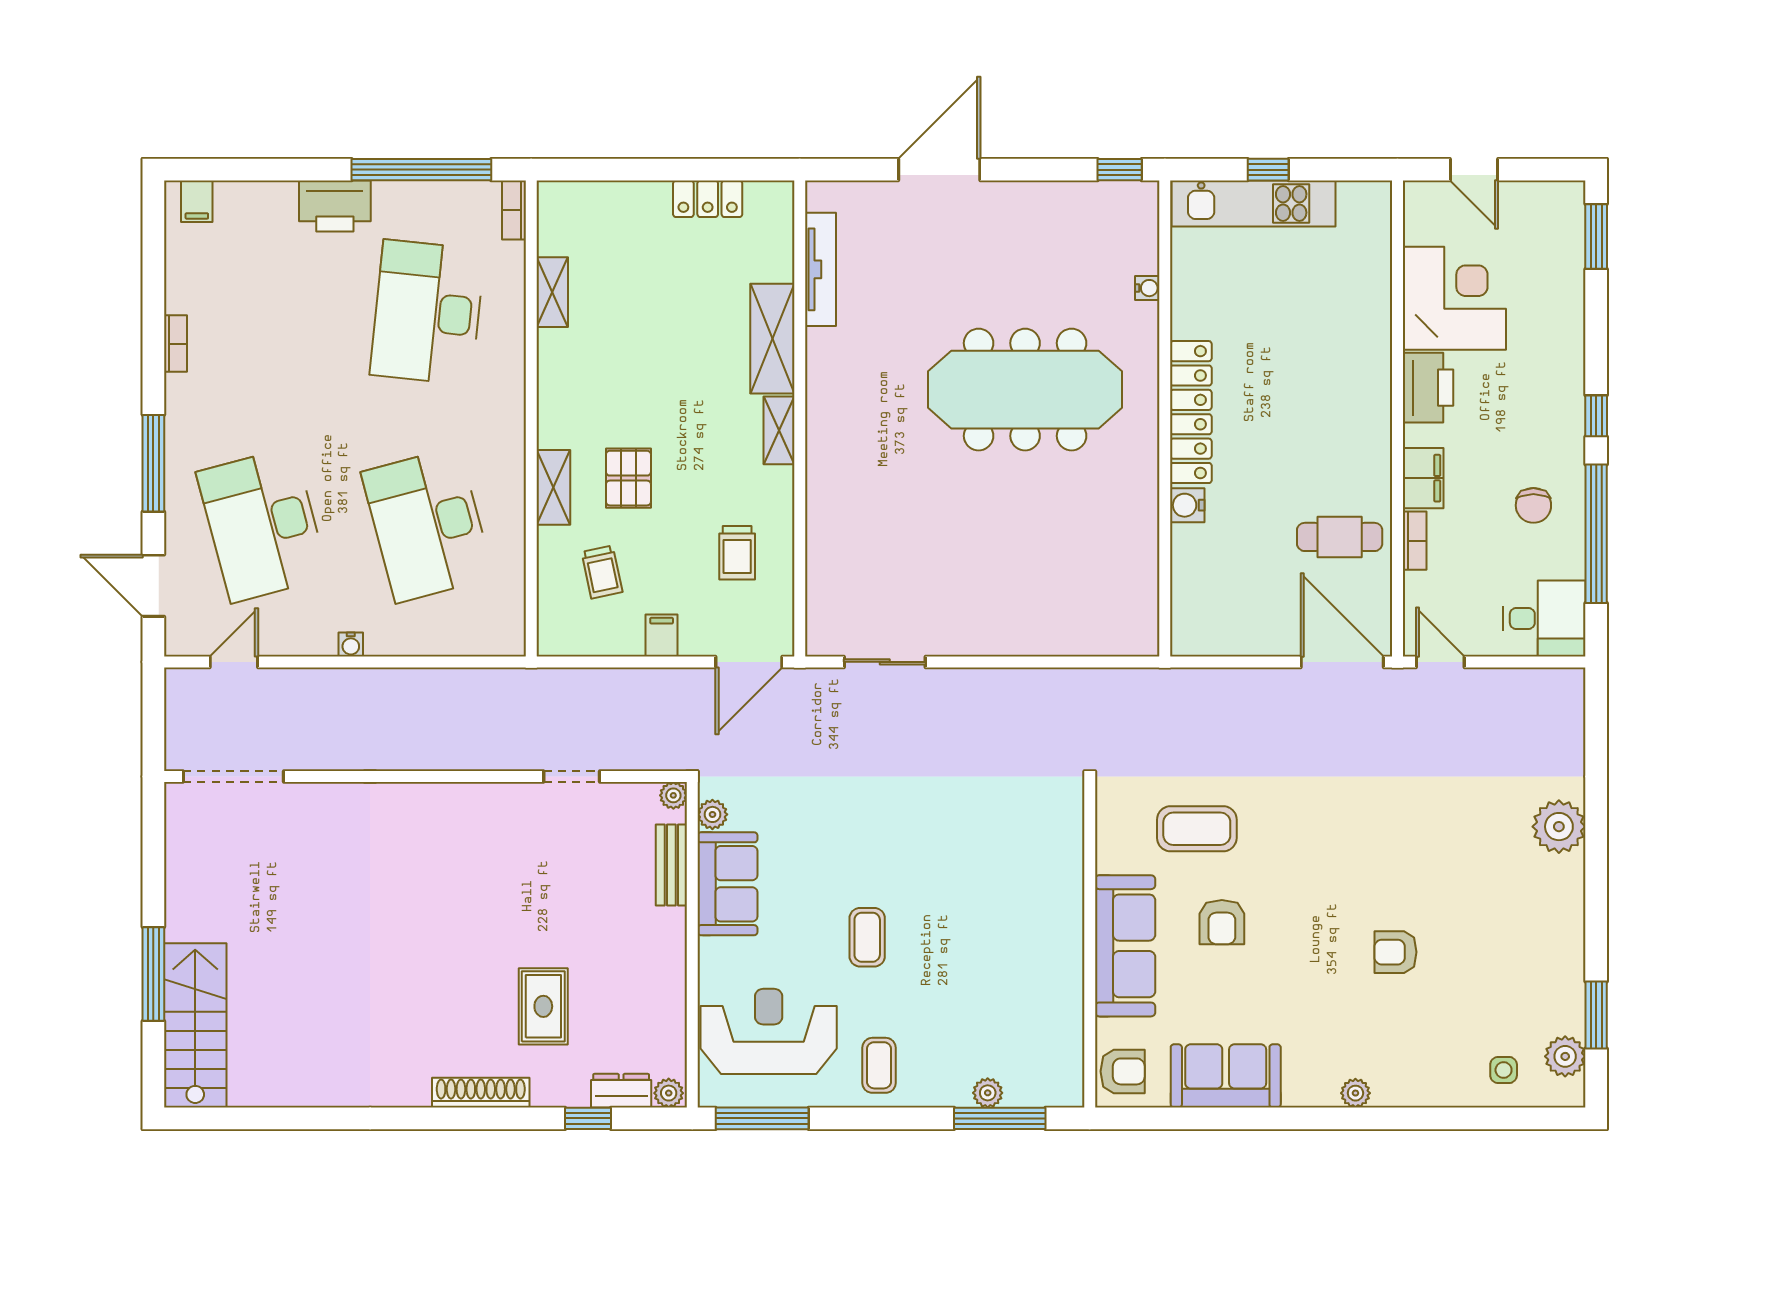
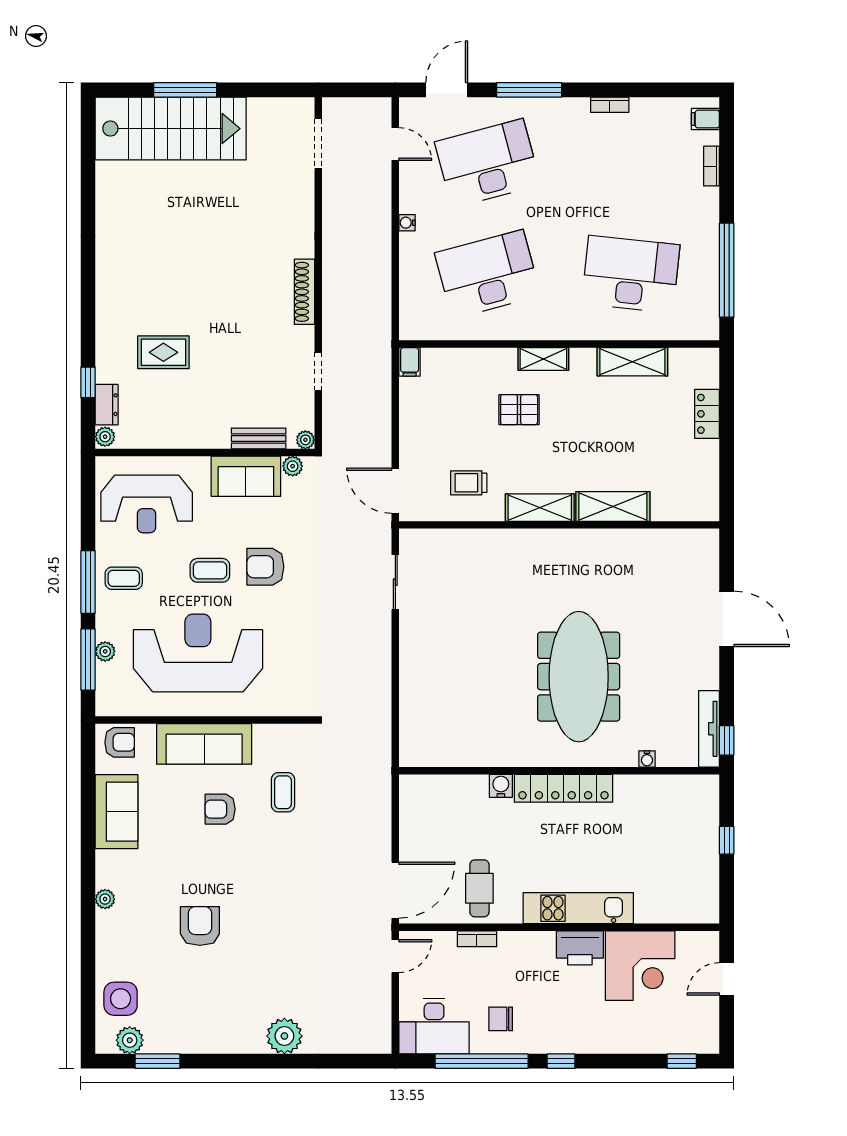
locker: (708, 199) -> (707, 414), moved
kitchen unit: (1254, 203) -> (578, 908), moved, turned 90
printer: (335, 206) -> (702, 212), removed
bookcase: (514, 210) -> (711, 166), moved, turned -90
window: (1596, 236) -> (682, 1061), width x0.67
tv unit: (820, 269) -> (709, 729), moved, turned 90
shelving: (552, 292) -> (632, 362), width x1.50, depth x1.33
shelving: (779, 430) -> (540, 508), width x1.50, depth x1.33
filing cabinet: (1423, 478) -> (519, 945), removed
shelving: (553, 487) -> (543, 359), moved
trolley: (602, 572) -> (456, 392), removed
desk: (1544, 618) -> (434, 1026), width x1.37
filing cabinet: (662, 635) -> (410, 362), moved, turned 90
doorway: (233, 776) -> (318, 144), width x0.73
coffee table: (1197, 829) -> (283, 792), width x0.73, depth x0.77
armchair: (862, 855) -> (265, 567), added
armchair: (1396, 952) -> (200, 926), width x1.38, depth x1.38
reception desk: (990, 955) -> (198, 653), added
stairs: (195, 1025) -> (171, 129), width x1.36, depth x1.51
reception desk: (769, 1031) -> (147, 504), turned 90
side table: (1504, 1070) -> (121, 999), width x1.87, depth x1.87
armchair: (1123, 1071) -> (120, 742), turned -90
shoe rack: (481, 1093) -> (304, 292), moved, turned 180
window: (762, 1118) -> (88, 582), moved

